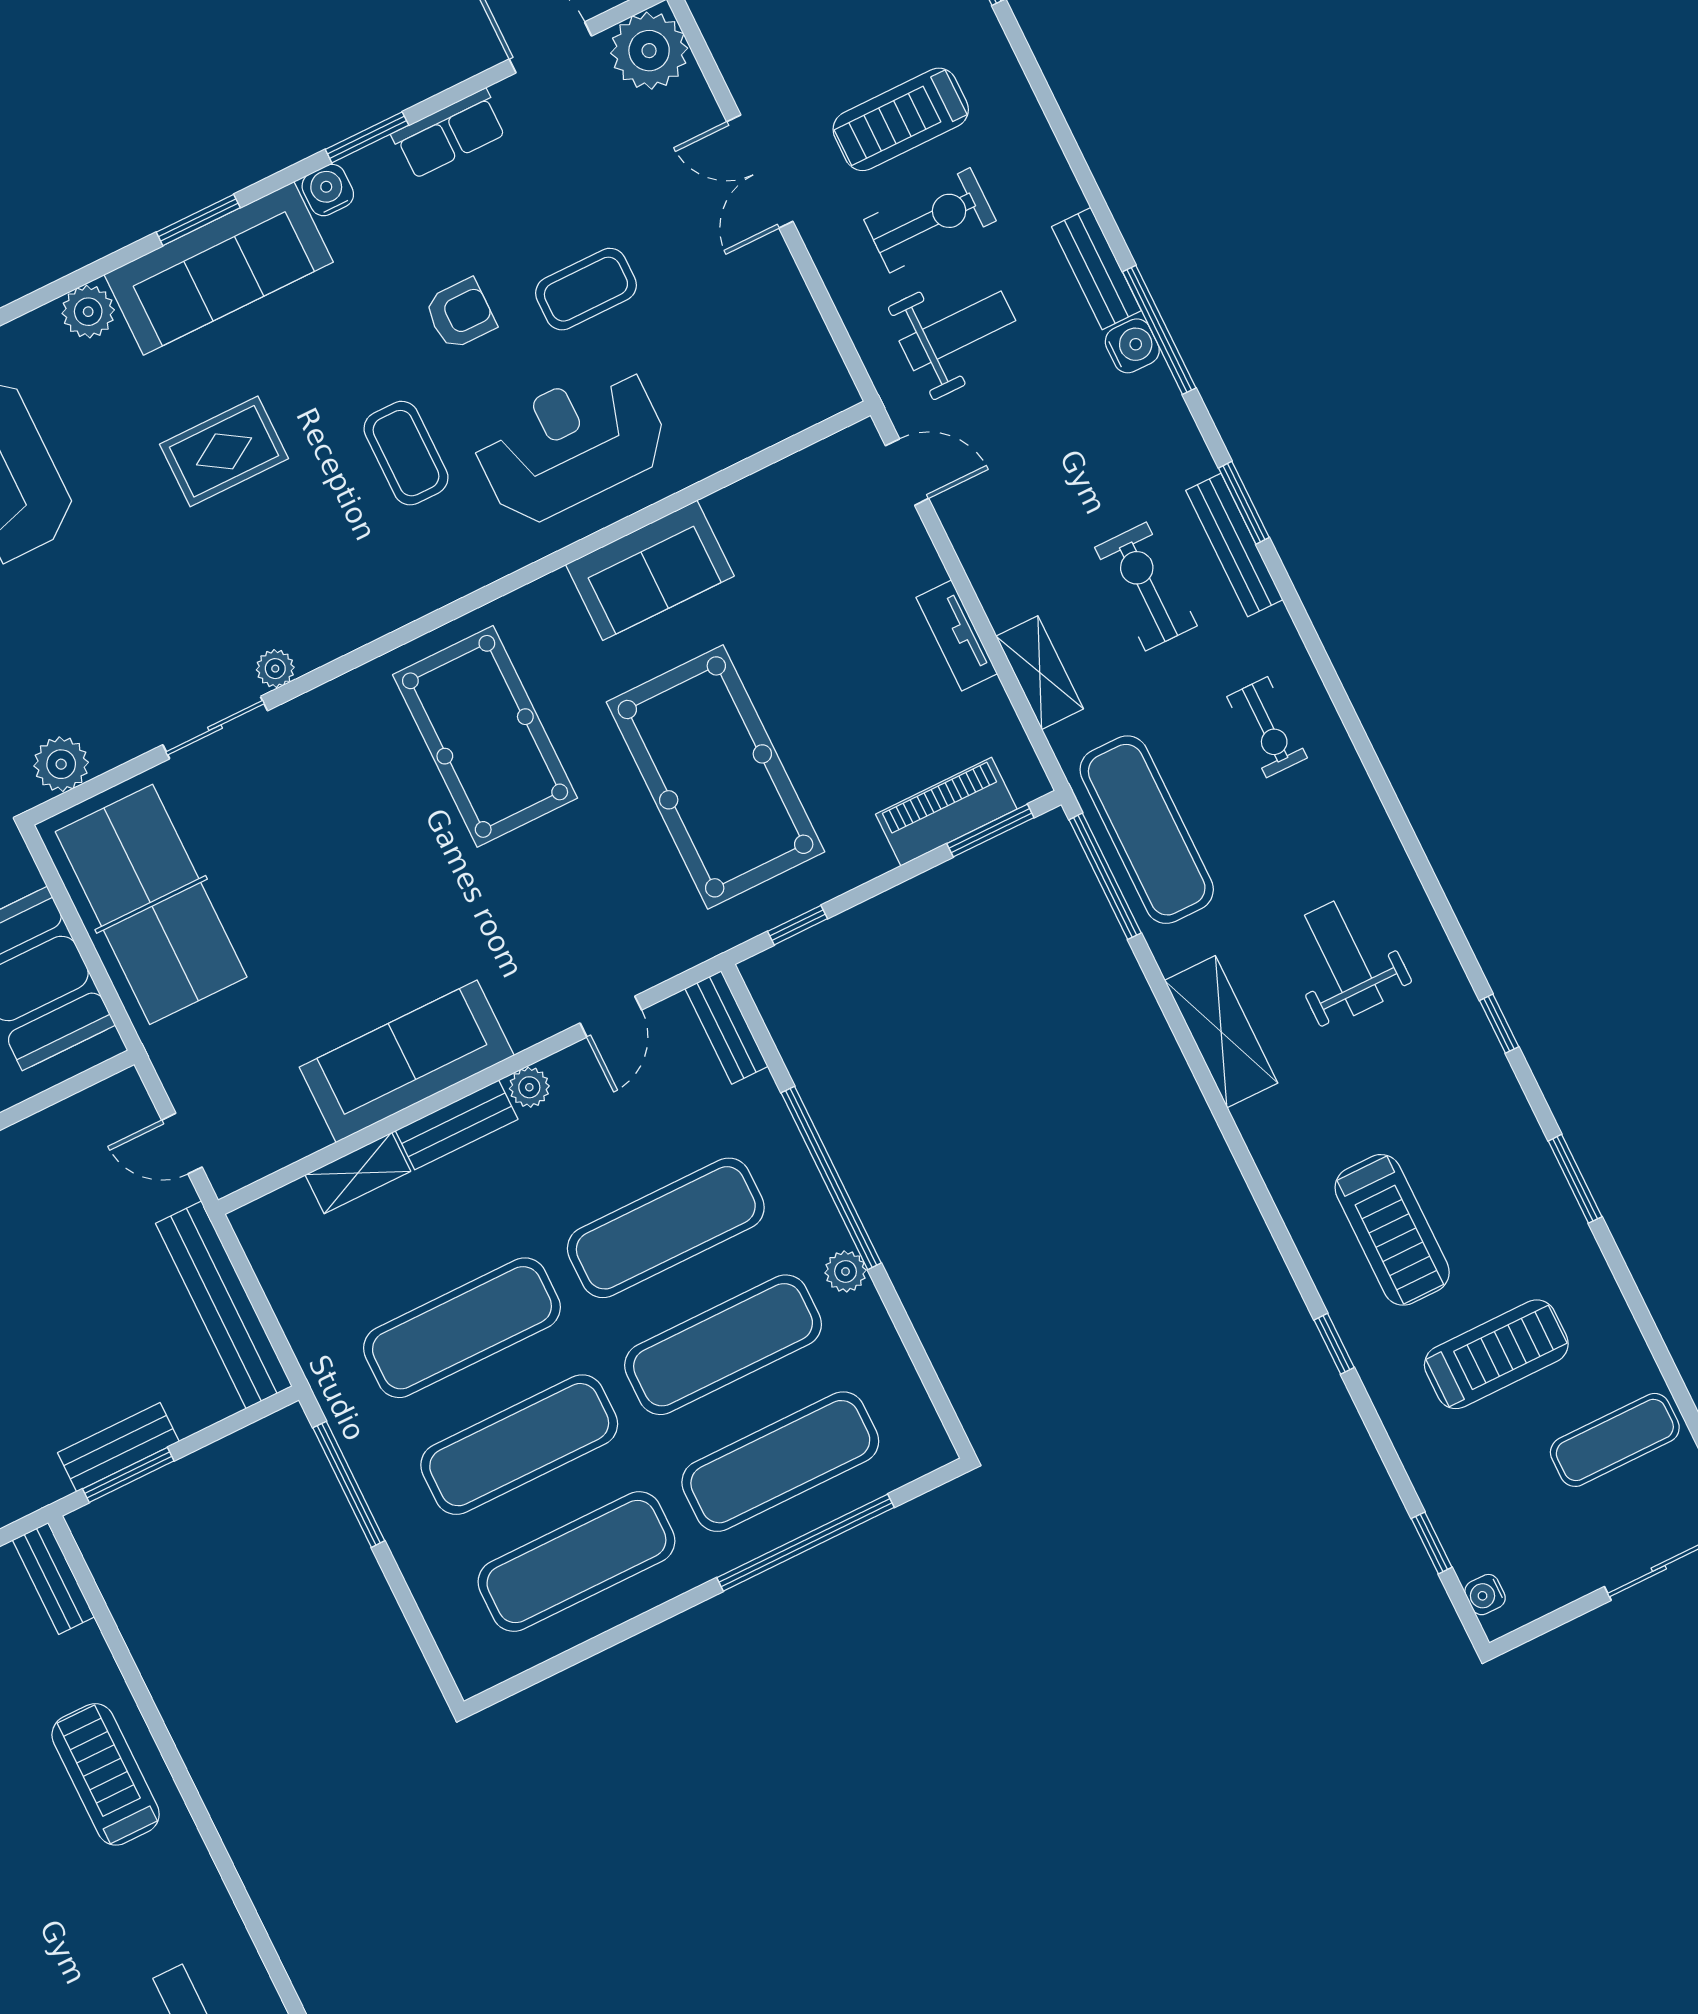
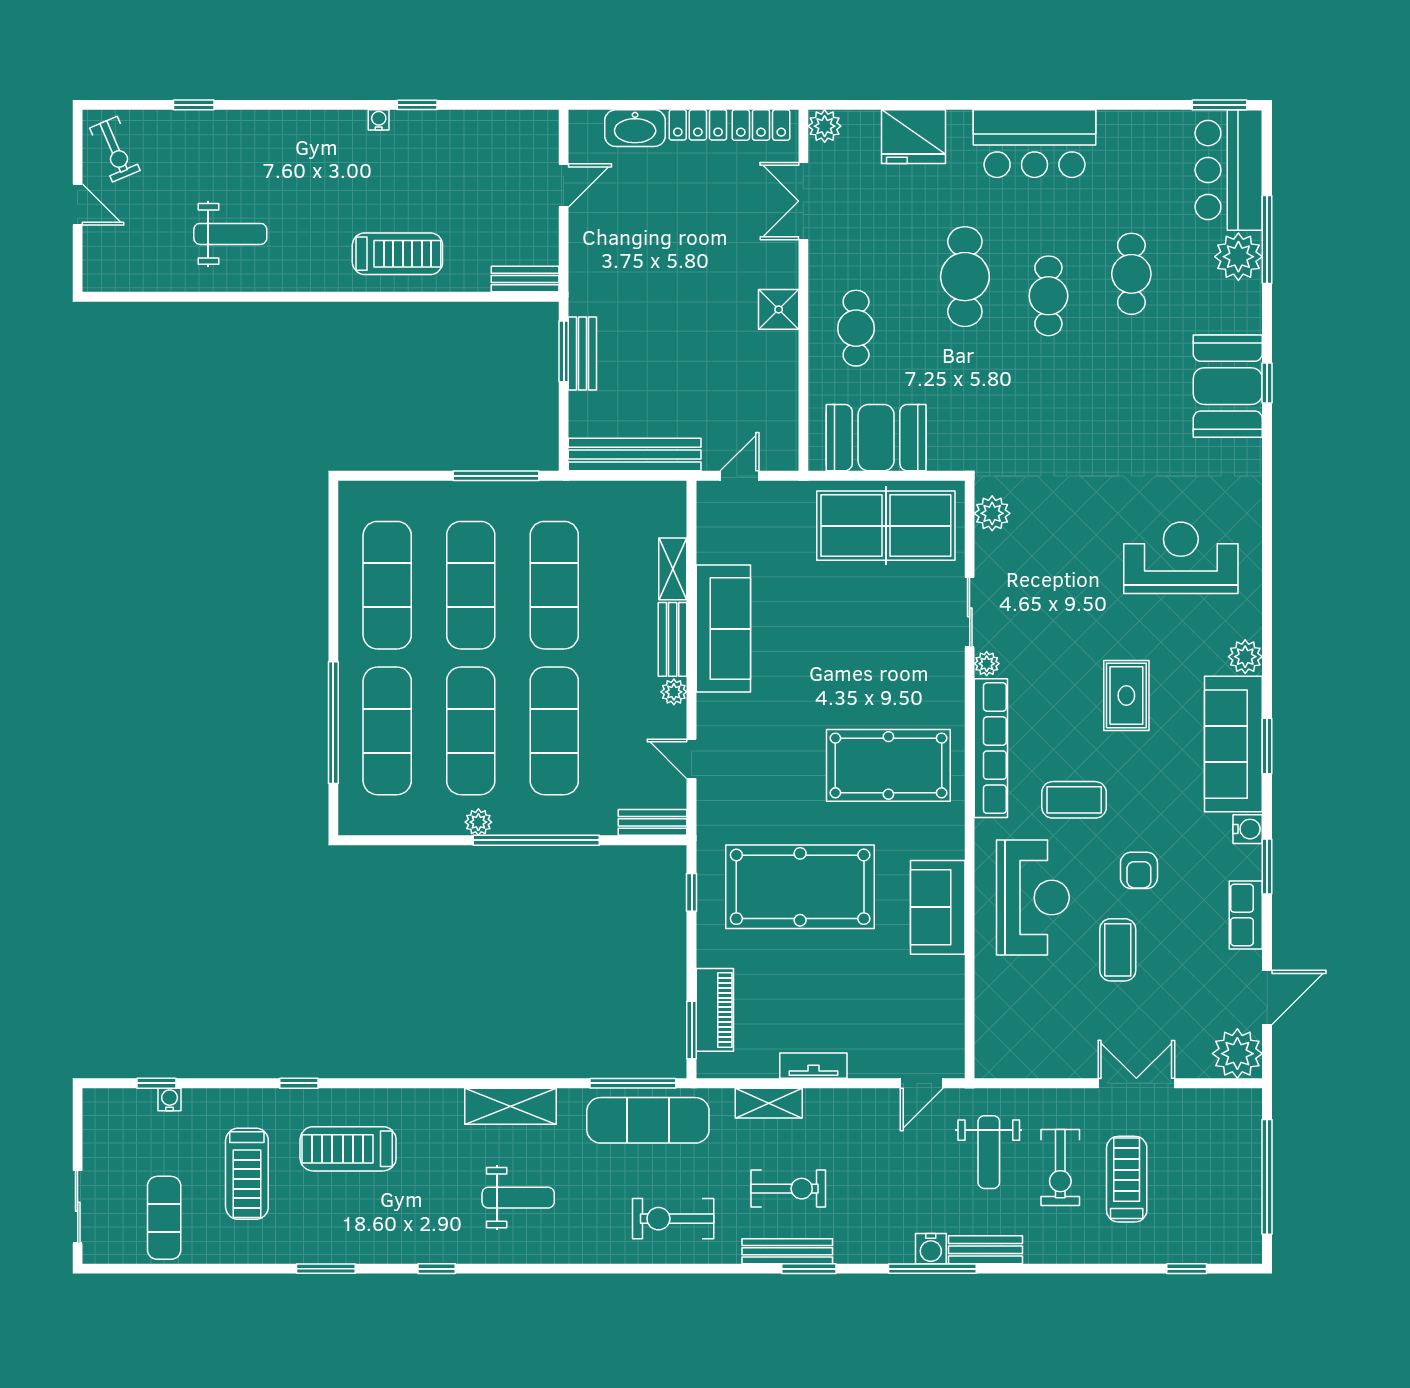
row of seats: (390, 605) -> (991, 748), added
exercise bike: (1267, 727) -> (673, 1219), width x1.38, depth x1.39
water cooler: (1485, 1595) -> (170, 1099), moved

